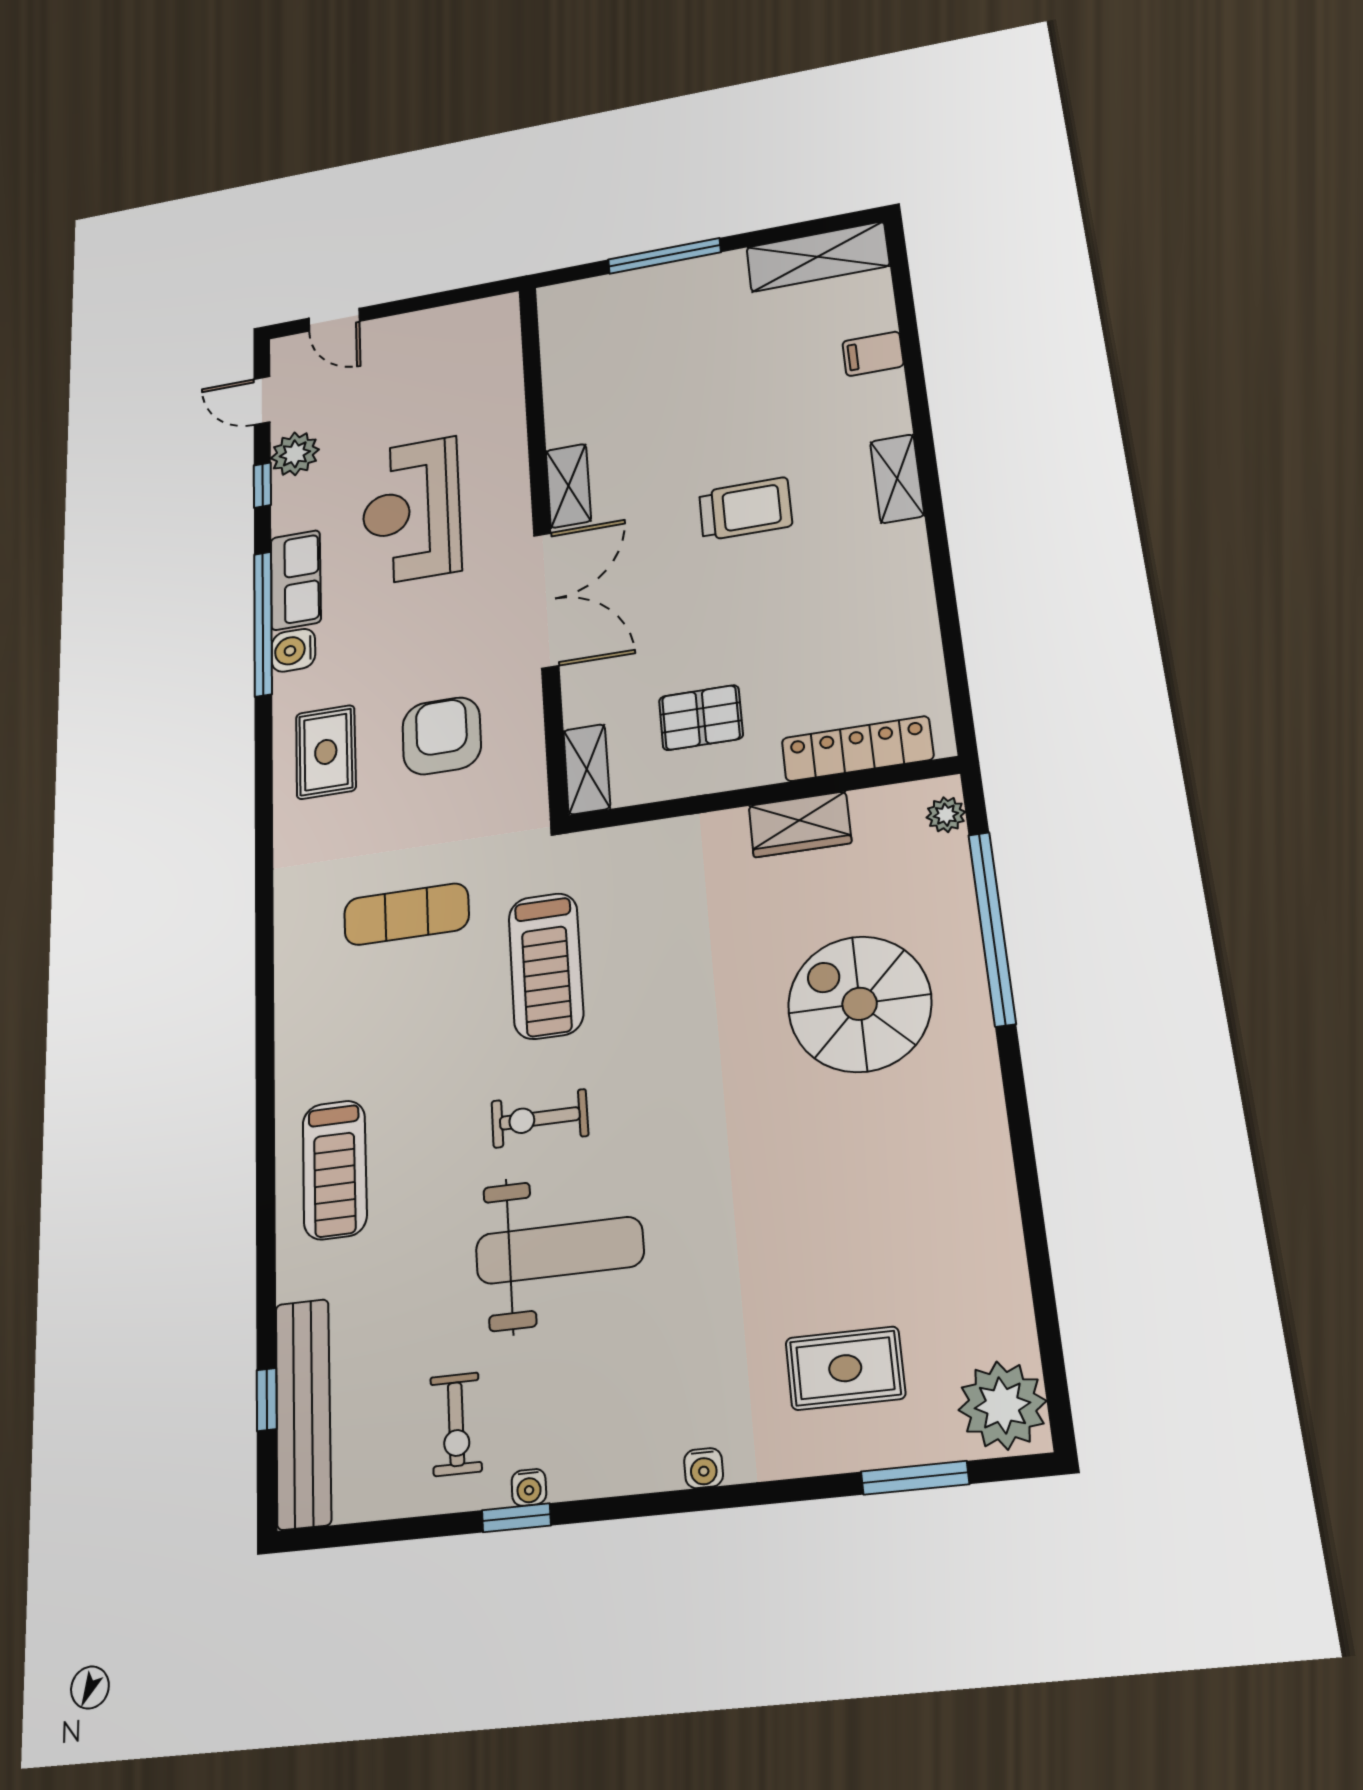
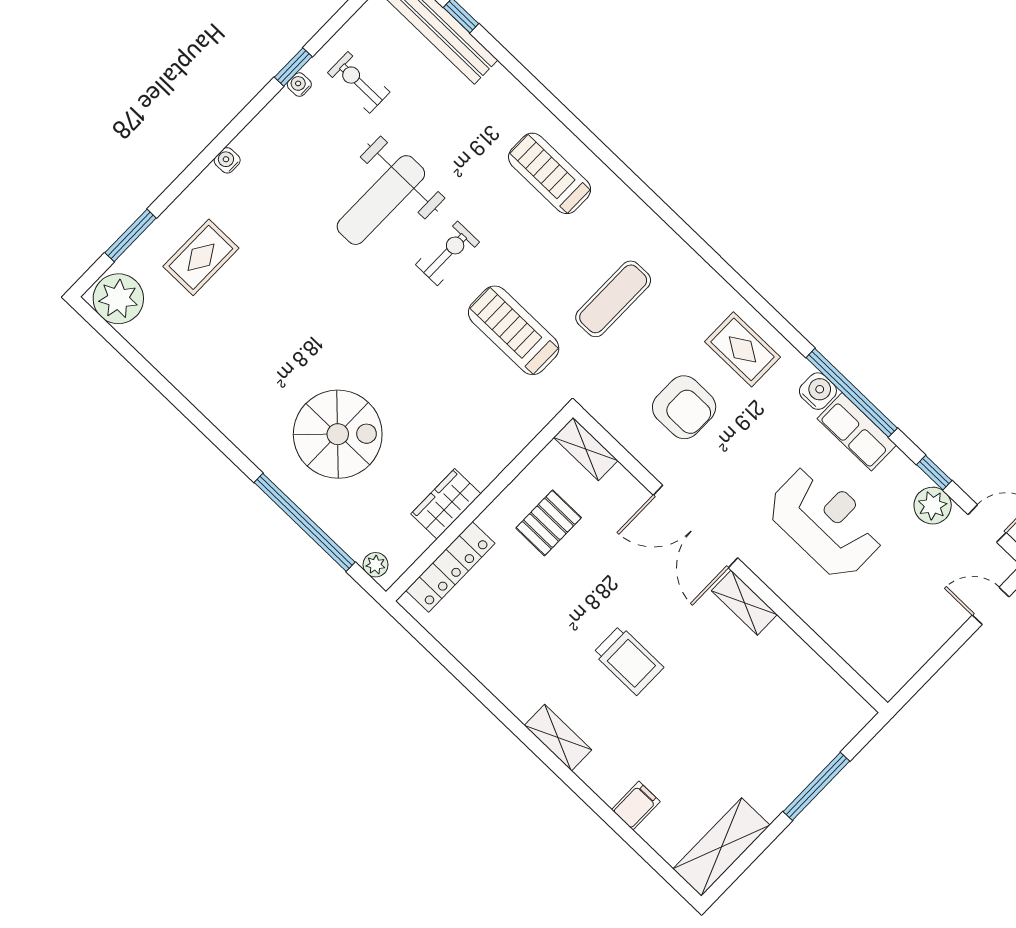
trolley: (745, 509) -> (628, 660), turned -90
treadmill: (335, 1170) -> (550, 173), moved

